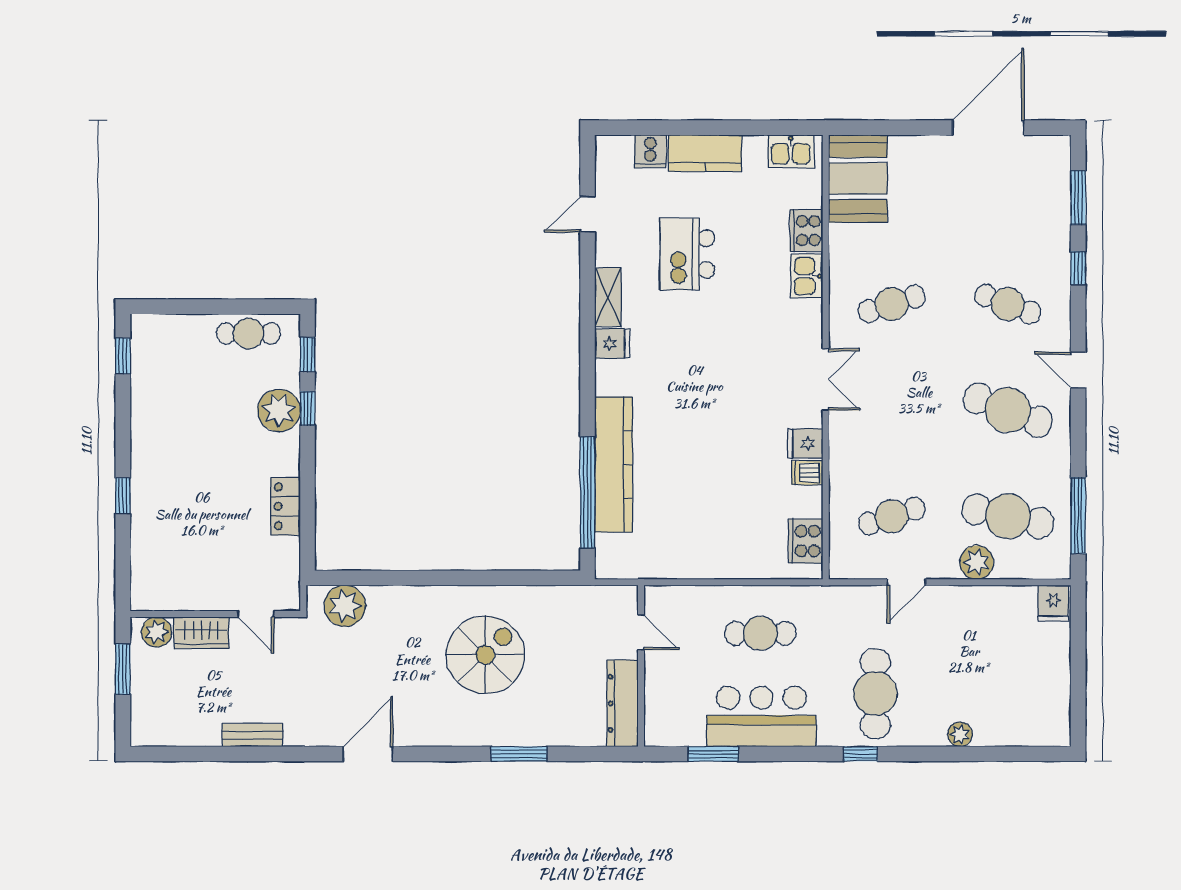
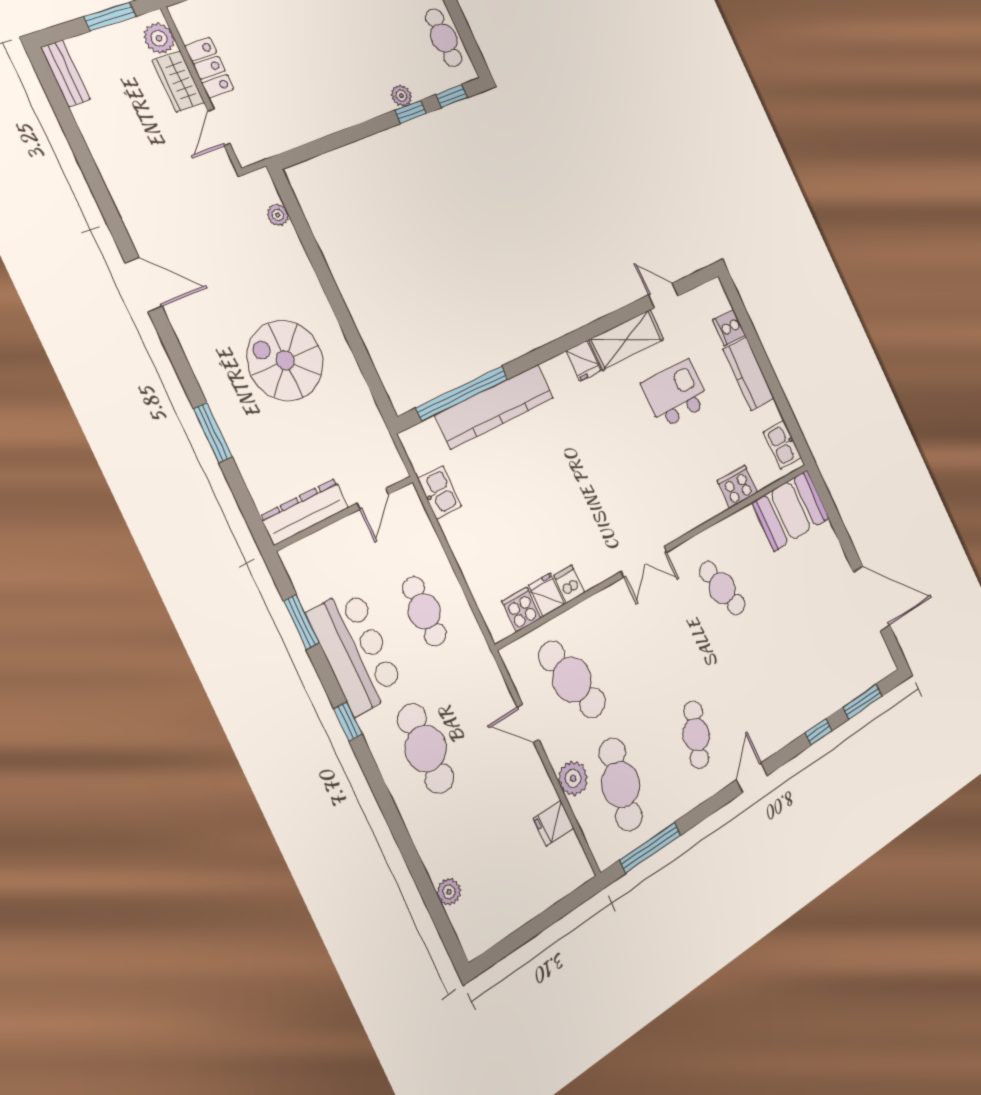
kitchen sink: (807, 276) -> (440, 492), moved, turned 90
shelving: (608, 297) -> (626, 340), width x1.50, depth x1.33
cafe table: (1008, 304) -> (768, 688), removed
plant: (279, 410) -> (401, 96), width x0.53, depth x0.53
cafe table: (1008, 410) -> (696, 735), width x0.73, depth x0.74
fridge: (805, 444) -> (547, 595), moved
locker: (286, 506) -> (209, 68), moved, turned 90
cafe table: (892, 516) -> (572, 679), width x1.37, depth x1.35
cooker: (806, 541) -> (521, 610), width x0.73
fridge: (1053, 603) -> (553, 823), moved
plant: (345, 606) -> (278, 215), width x0.53, depth x0.53
spiral stairs: (485, 655) -> (285, 360), turned 180
cafe table: (875, 693) -> (426, 749), turned 90
plant: (960, 734) -> (449, 892), moved
bench: (253, 735) -> (65, 73), moved
window: (861, 754) -> (348, 721), moved

